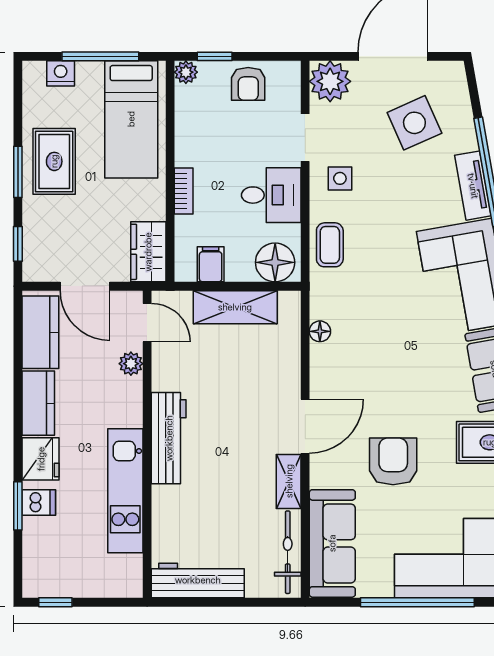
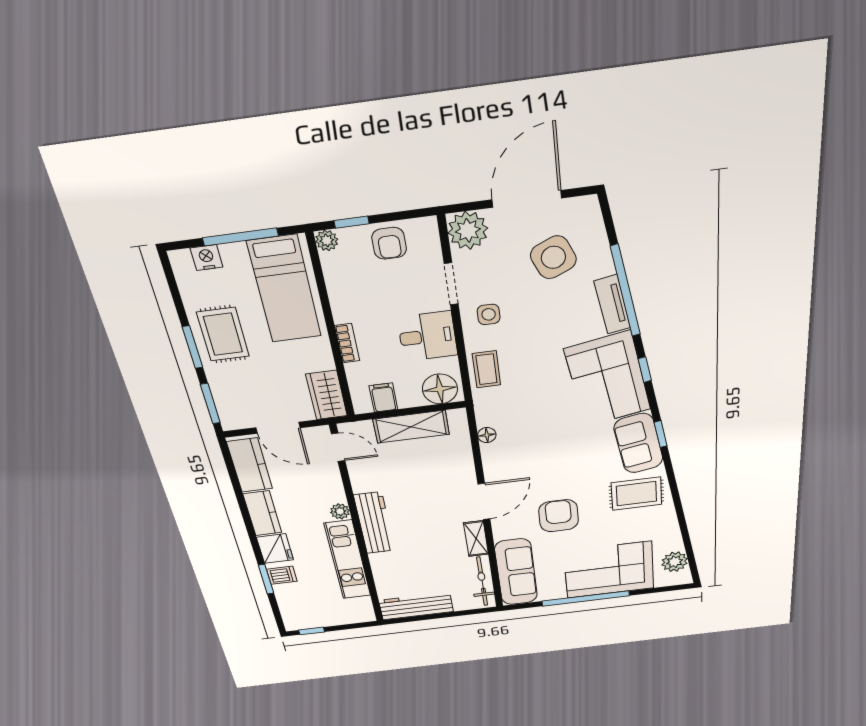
window: (18, 244) -> (210, 404), width x1.50
plant: (131, 364) -> (340, 511), moved

